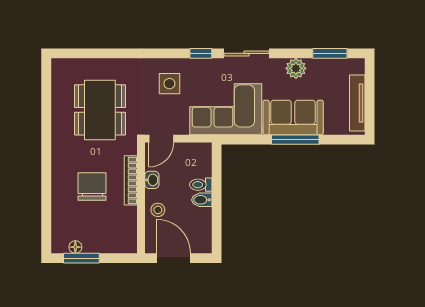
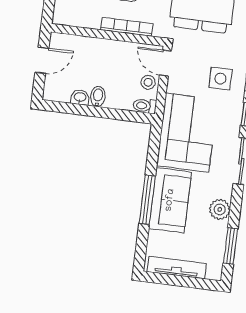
washbasin: (152, 180) -> (80, 97), moved, turned 180
toilet: (201, 185) -> (145, 106), moved, turned -90
stool: (158, 210) -> (148, 82), moved
door: (174, 258) -> (42, 60), width x0.73

